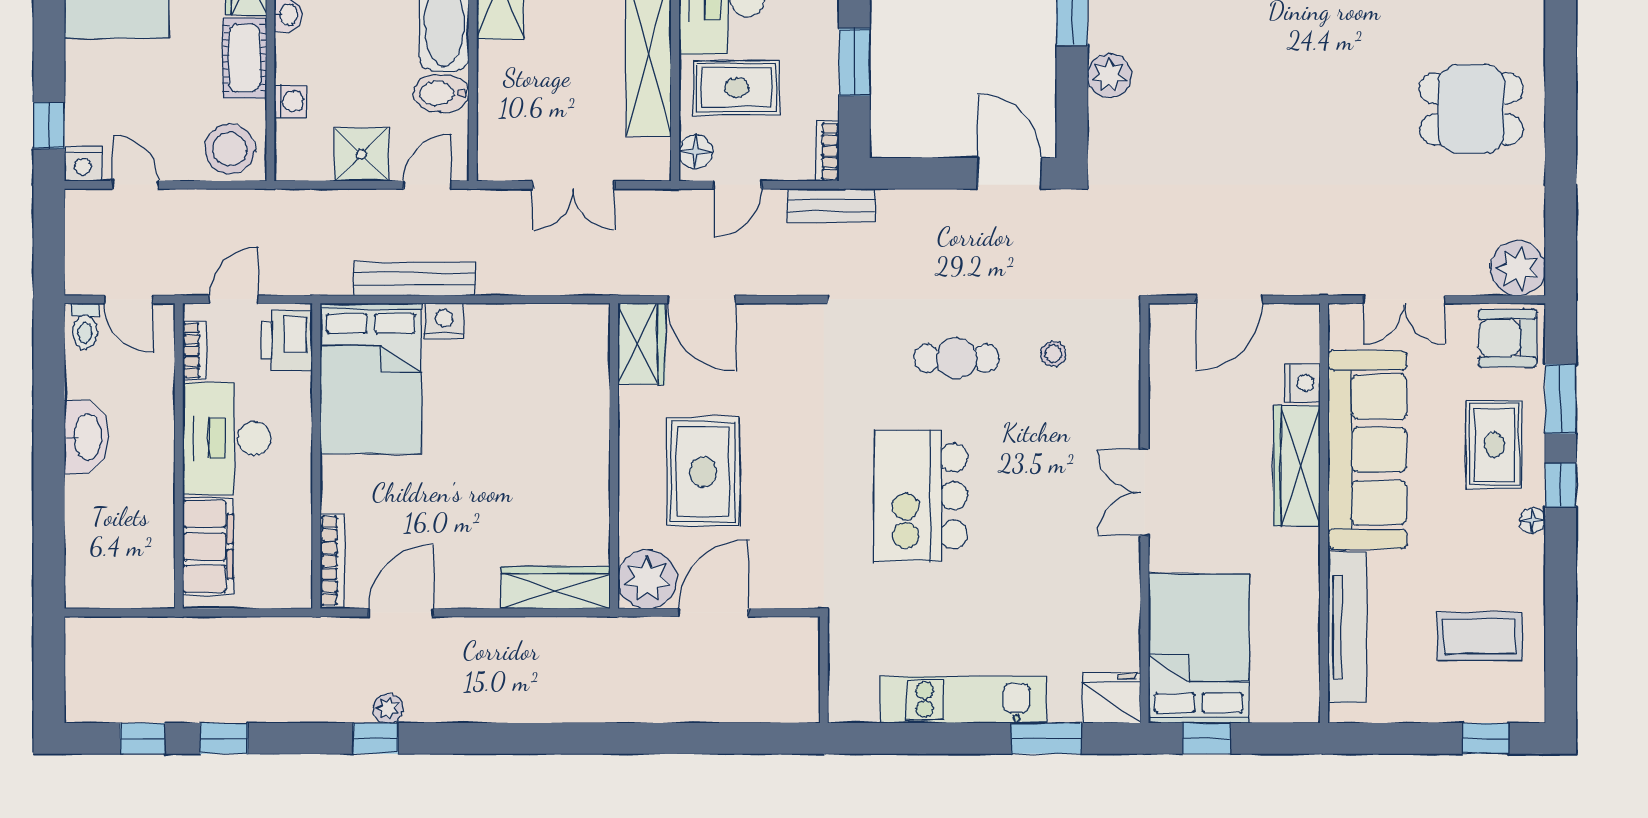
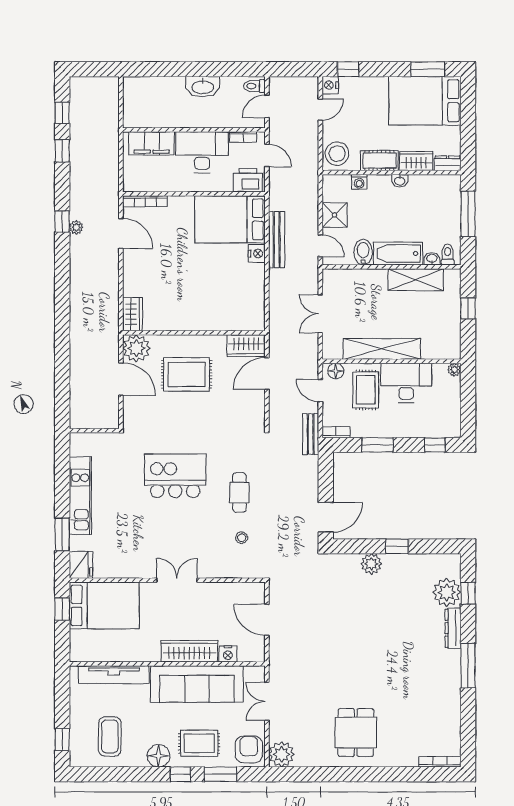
floor lamp: (1533, 520) -> (158, 756), width x1.89, depth x1.89
wardrobe: (556, 588) -> (132, 314), width x0.67

